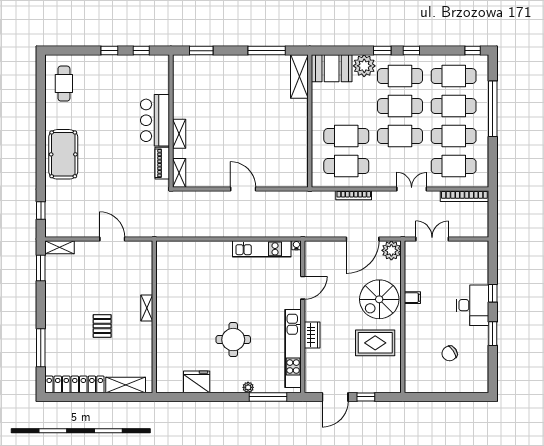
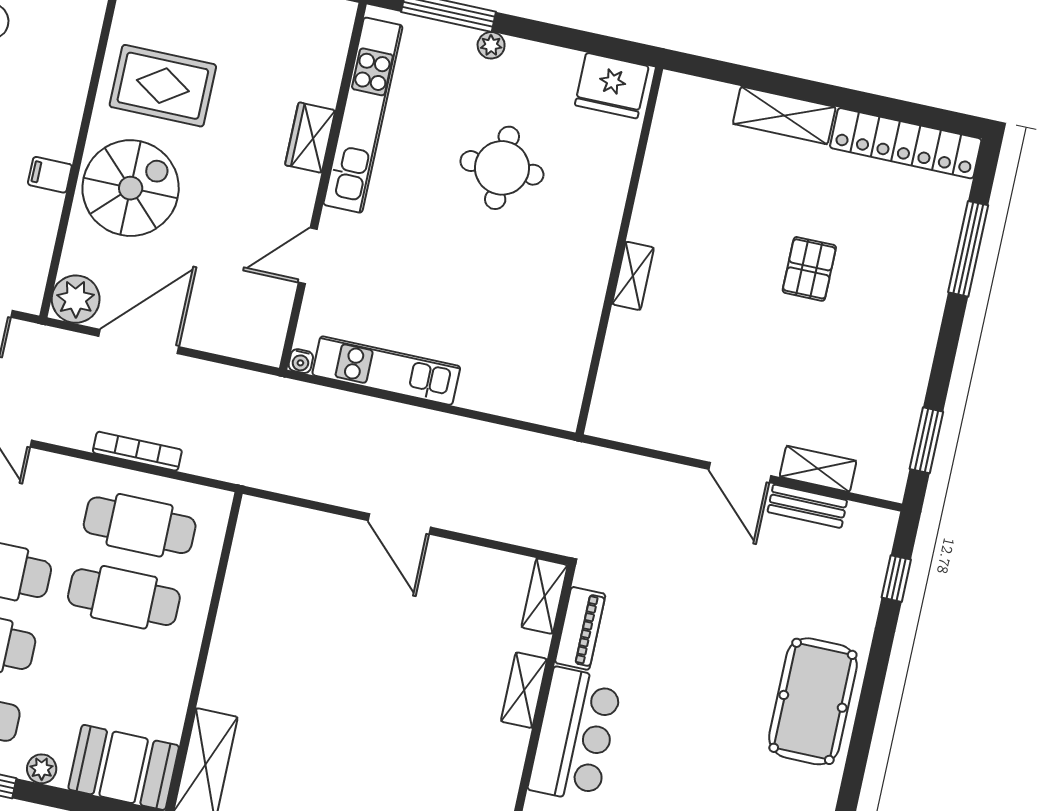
plant: (364, 66) -> (42, 769), width x0.53, depth x0.53
bench: (82, 231) -> (807, 506), added
shelving: (60, 247) -> (818, 469), moved
shelving: (147, 308) -> (633, 276), moved
wall: (154, 317) -> (619, 251), moved

